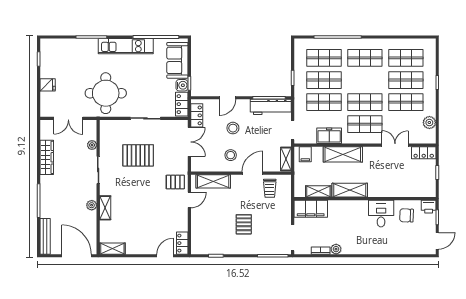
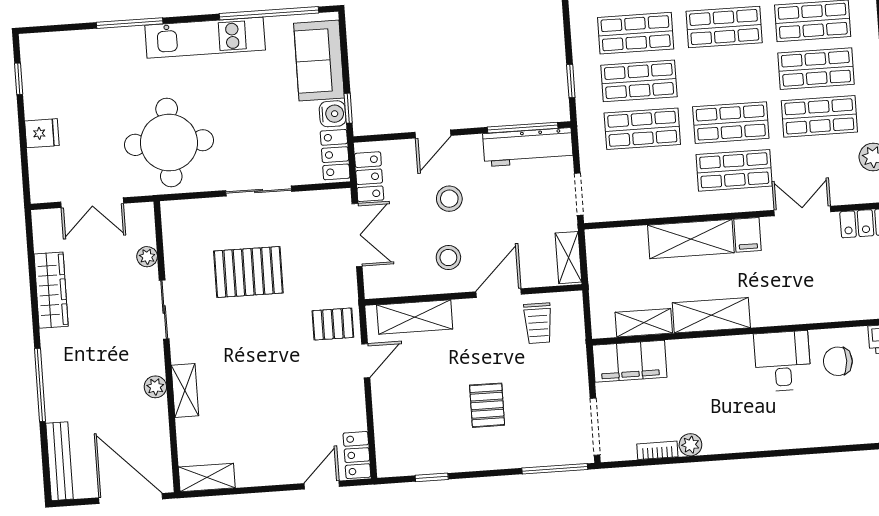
freezer: (329, 136) -> (658, 201), removed
filing cabinet: (305, 154) -> (748, 235), moved

